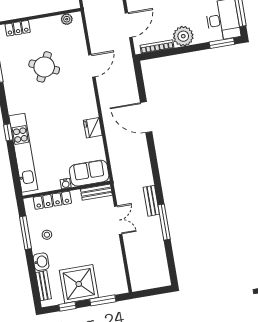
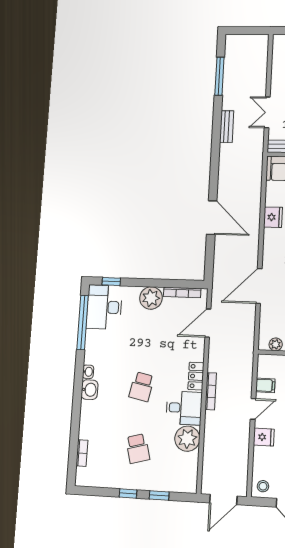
window: (222, 43) -> (111, 282), width x0.67
door: (92, 66) -> (259, 286), width x1.36
window: (164, 222) -> (219, 76), moved

